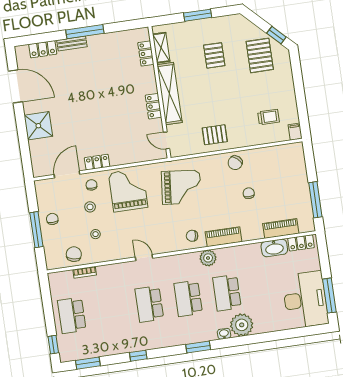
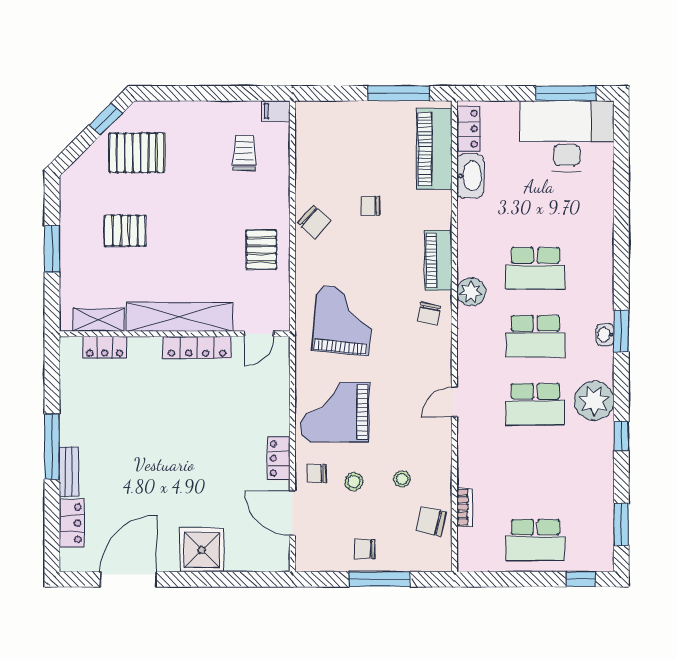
locker: (153, 106) -> (197, 348), width x1.53
piano: (281, 228) -> (434, 149), width x1.37, depth x1.33
plant: (242, 325) -> (594, 401), moved
washbasin: (224, 334) -> (605, 335), moved

